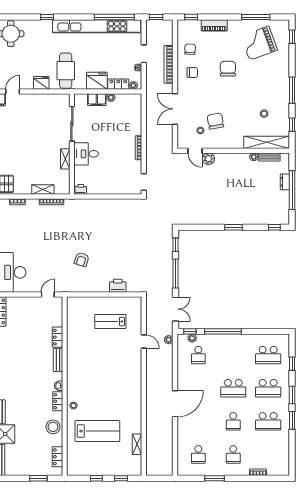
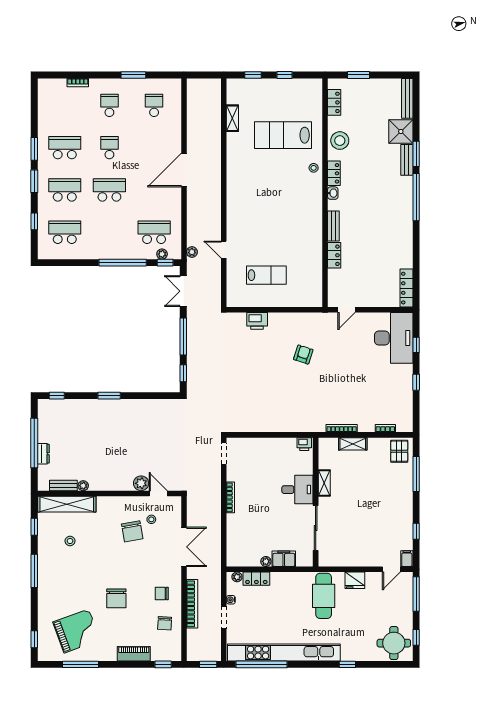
fridge: (97, 81) -> (284, 583), removed
school desk: (198, 355) -> (154, 232), width x1.85

